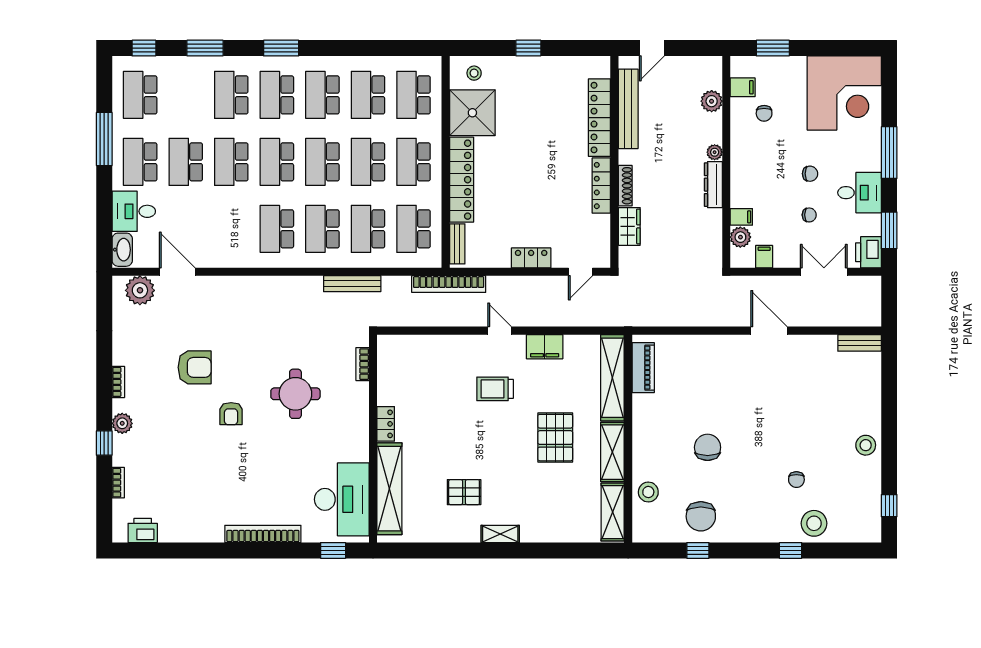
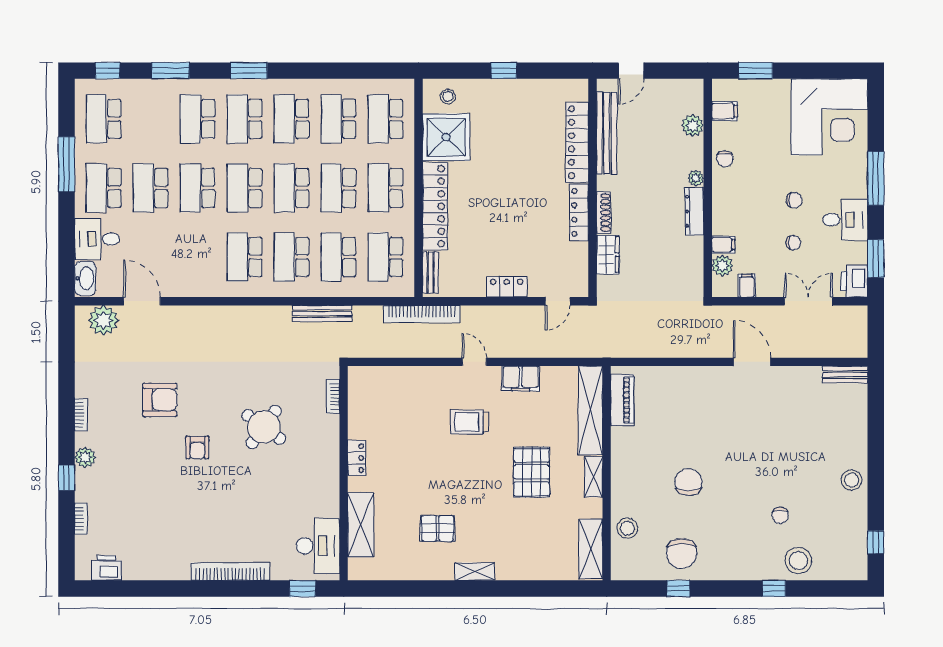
chair: (764, 113) -> (725, 159), moved
round table: (295, 394) -> (264, 427), turned 36
shelving: (612, 452) -> (593, 477), width x0.67, depth x0.75
shelving: (389, 489) -> (361, 525), width x0.68
desk: (342, 499) -> (318, 546), width x0.73, depth x0.77

